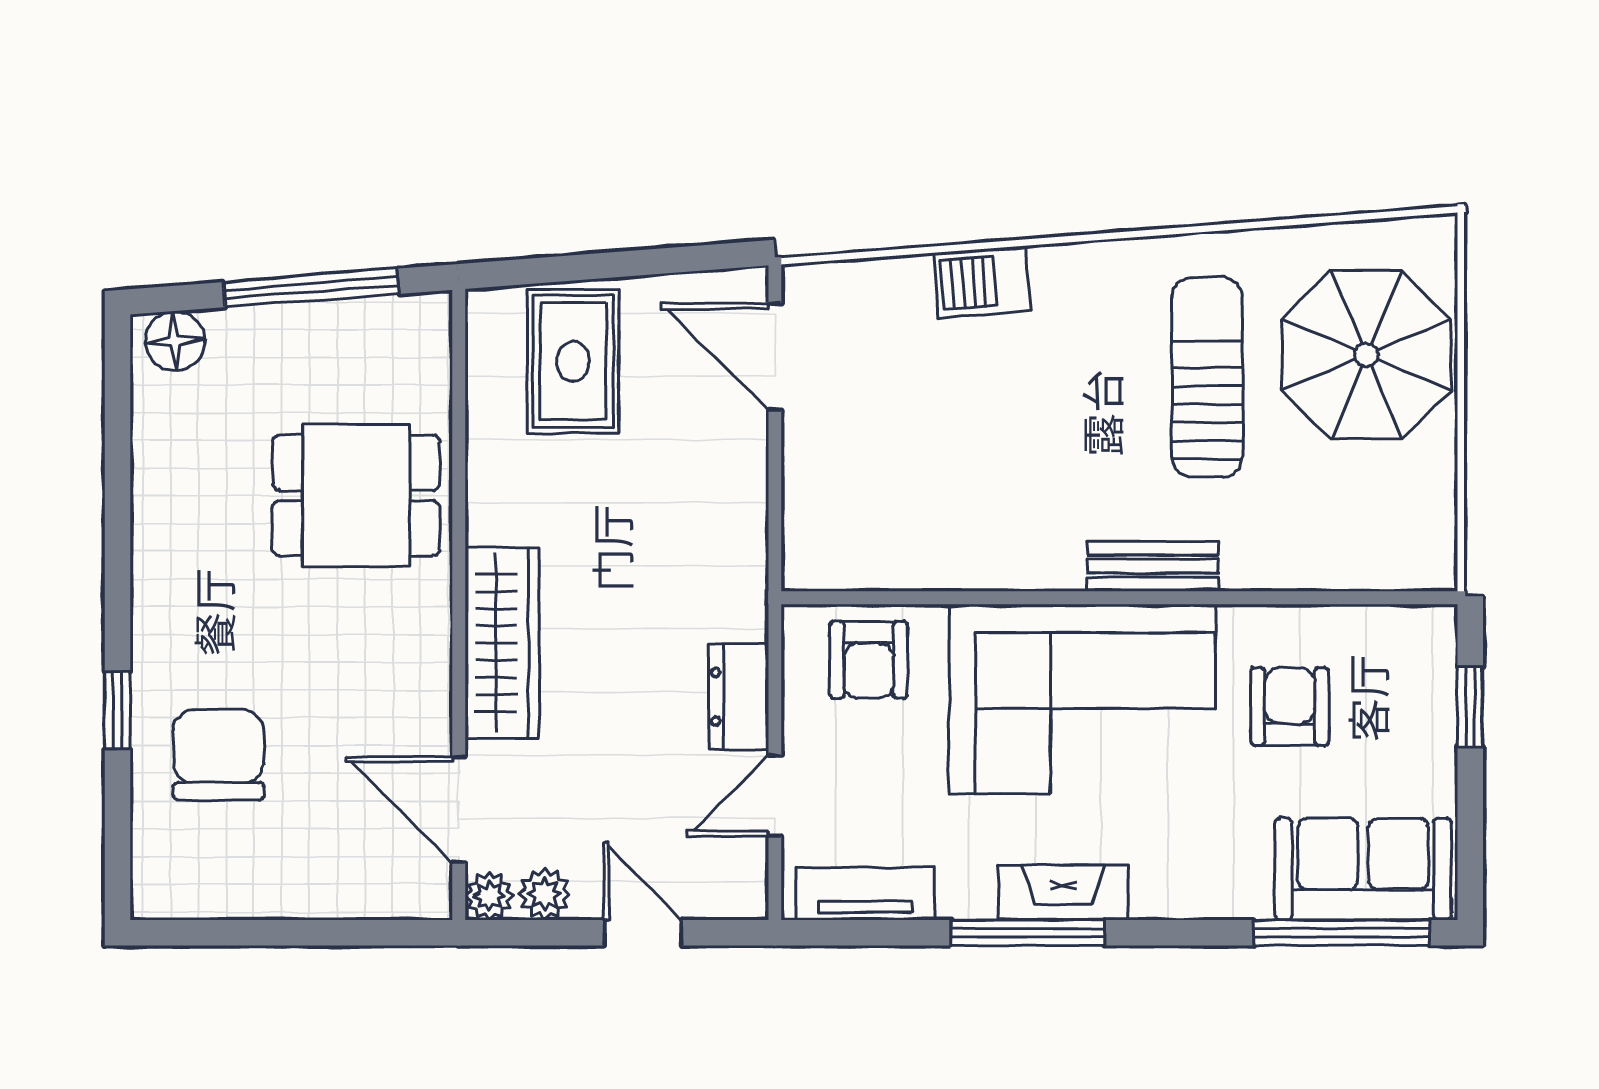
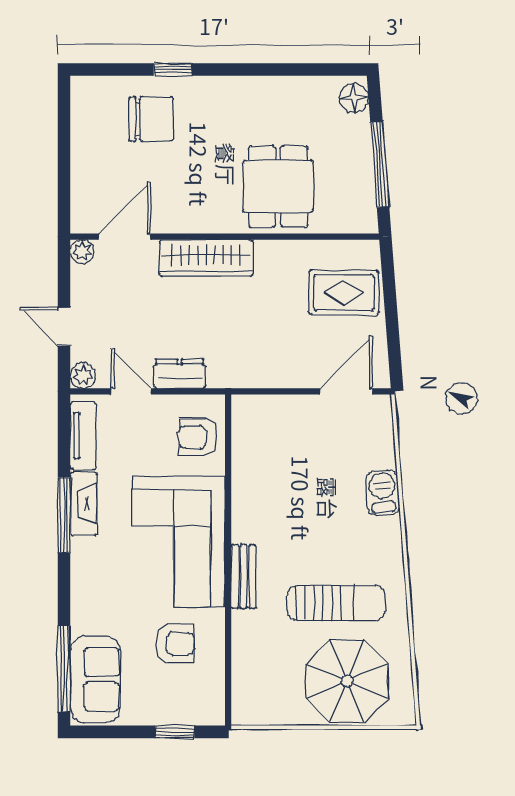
fireplace: (1063, 892) -> (84, 504), moved
plant: (544, 894) -> (83, 376), moved
door: (643, 933) -> (64, 327), swing flipped

